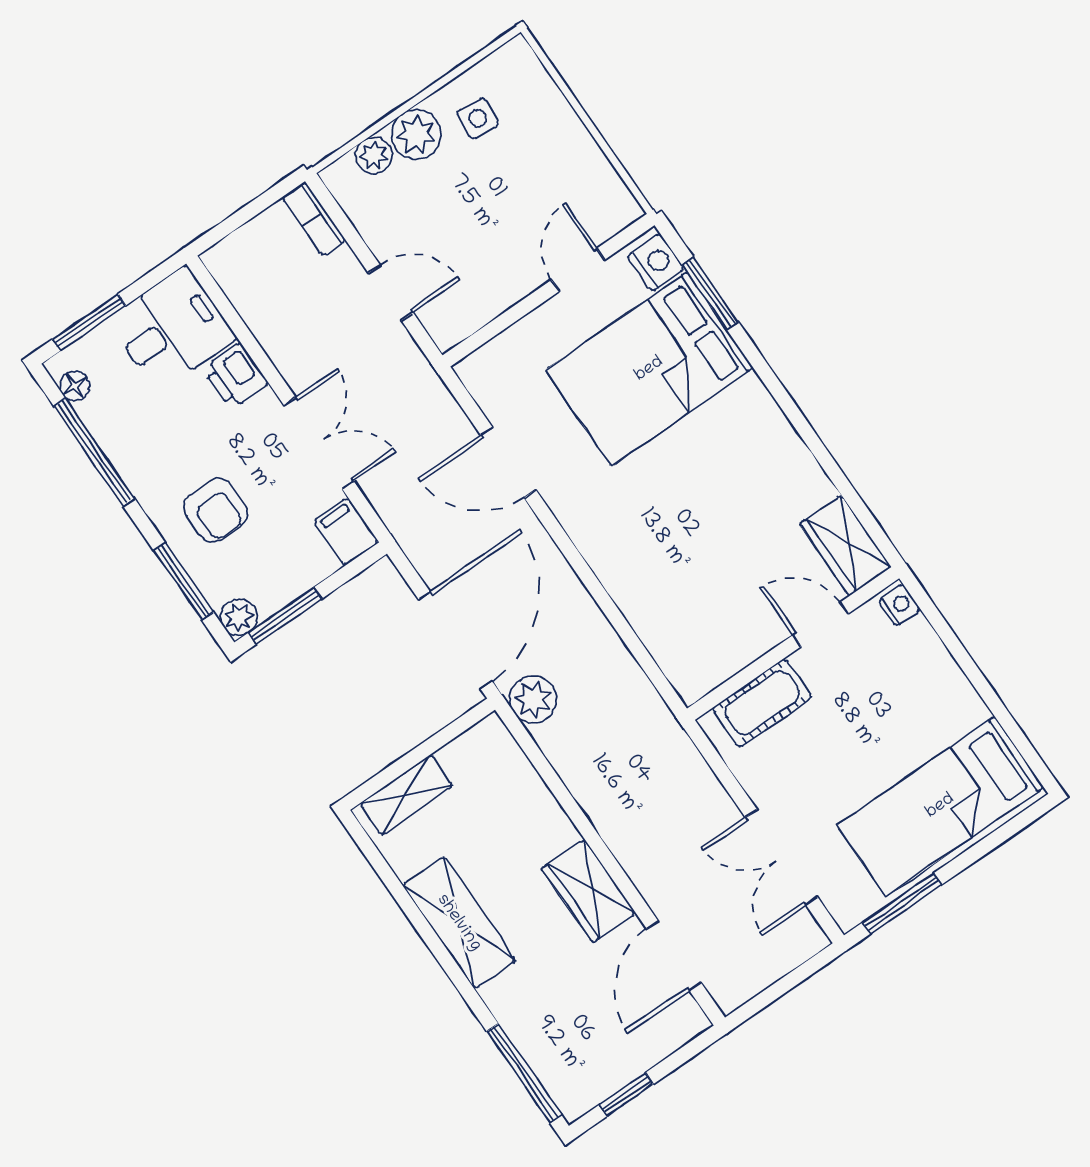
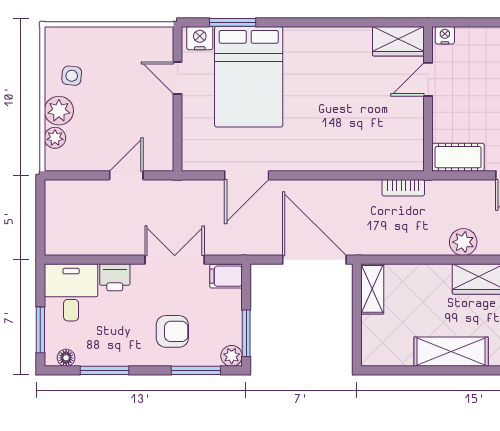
bookcase: (314, 219) -> (403, 188), moved
window: (94, 452) -> (104, 370), width x0.69
plant: (533, 700) -> (463, 242), moved
cot: (762, 703) -> (458, 157), moved, turned 90
shelving: (406, 795) -> (372, 289), moved

